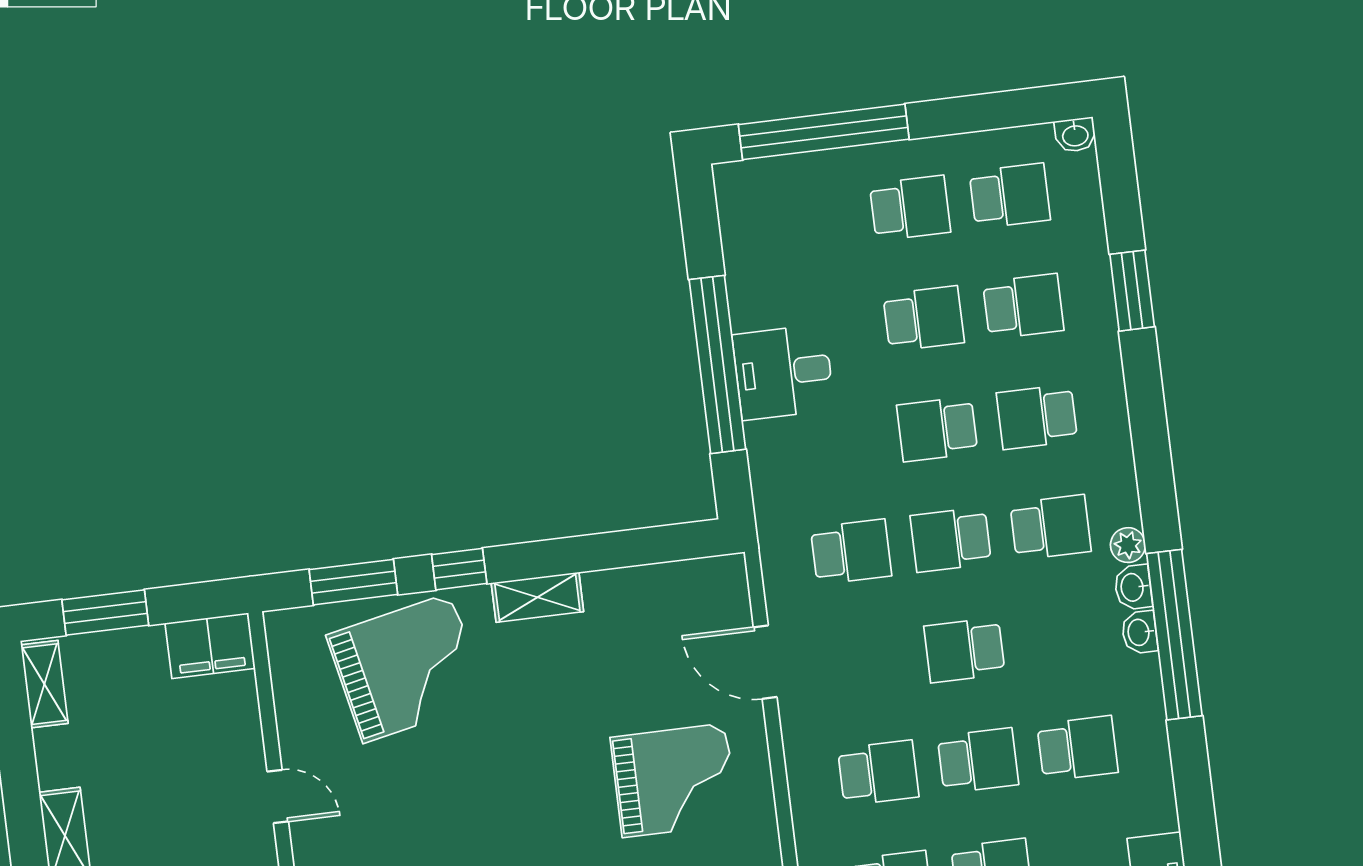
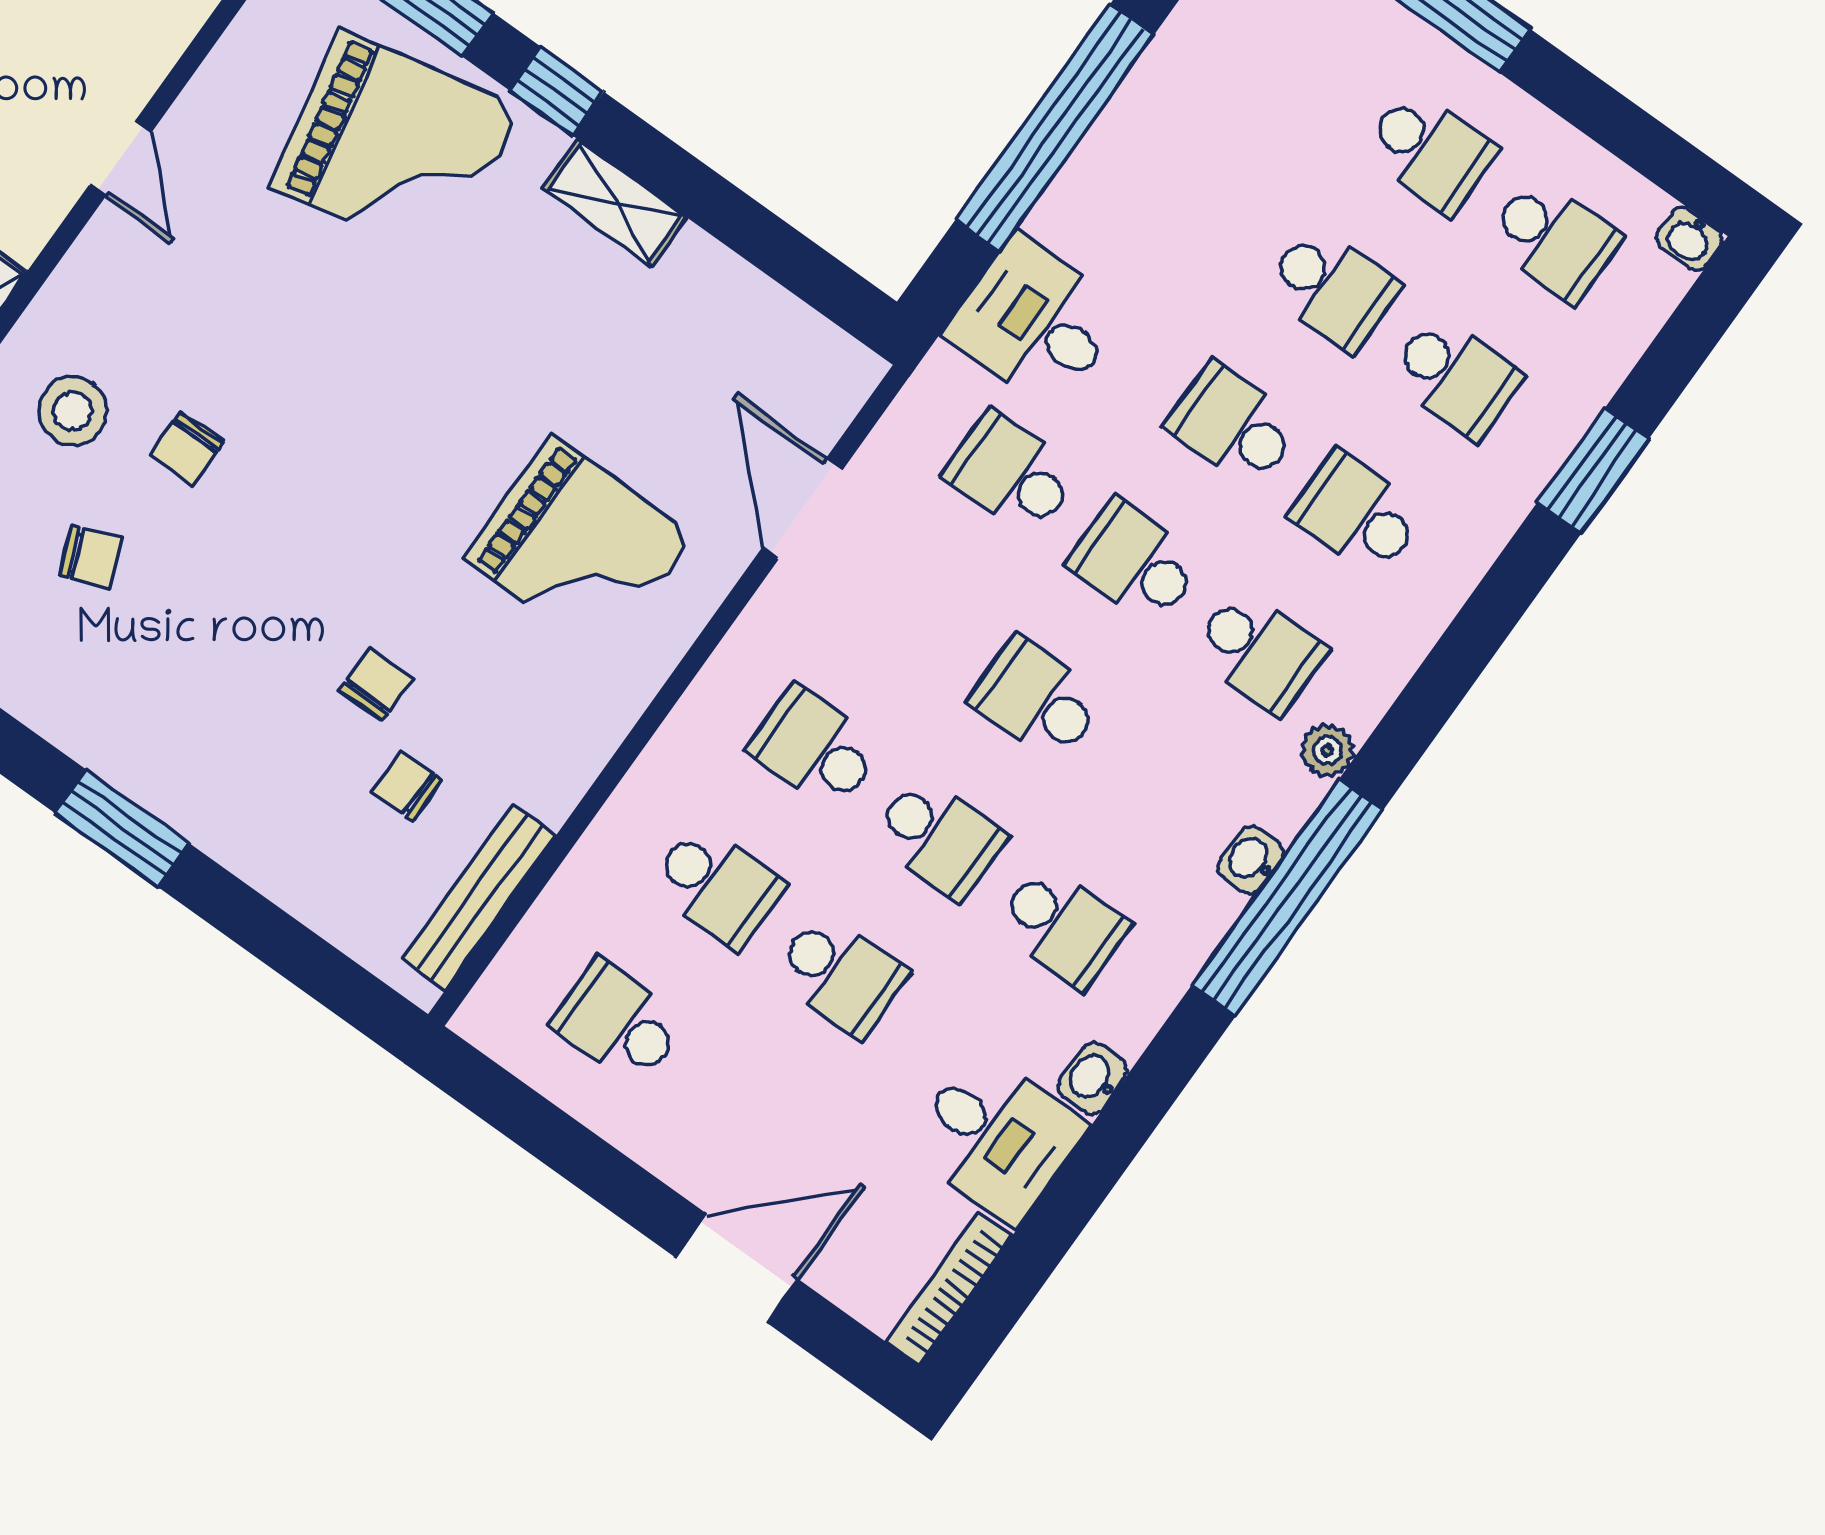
desk: (783, 372) -> (1036, 322), moved
school desk: (851, 552) -> (1011, 474), turned 180
washbasin: (1133, 587) -> (1093, 1078), moved
school desk: (878, 773) -> (815, 748), turned 180

